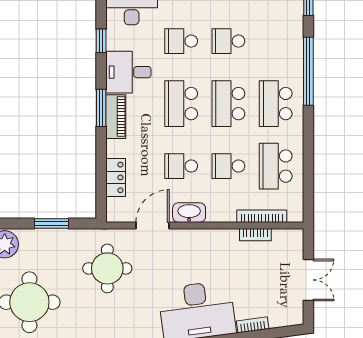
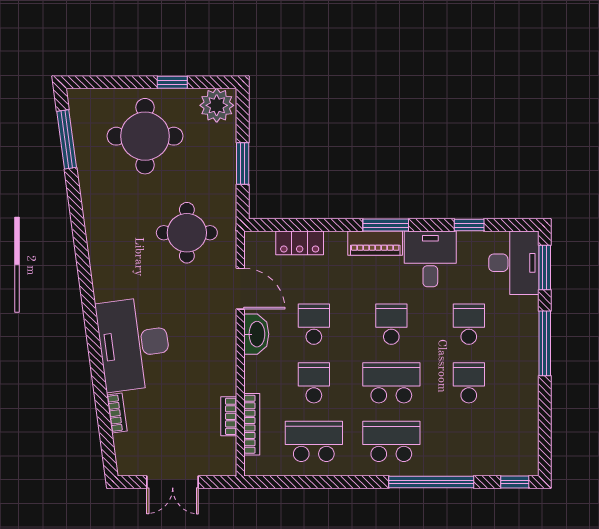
school desk: (181, 104) -> (391, 324), width x0.54

